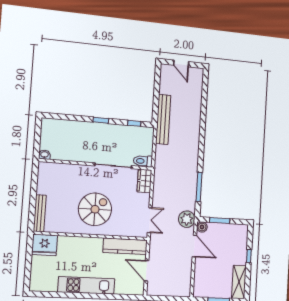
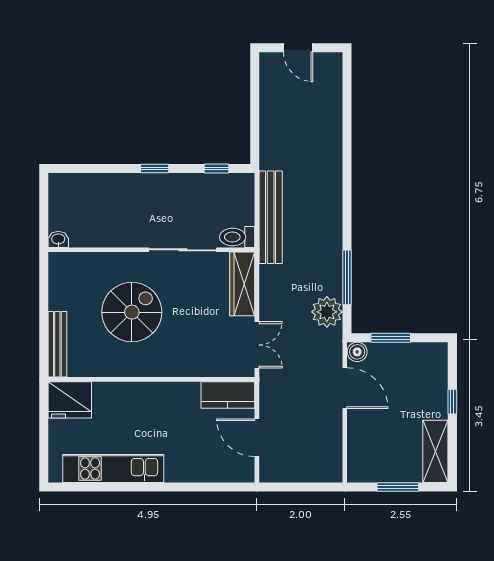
bench: (163, 119) -> (271, 217), moved
wardrobe: (144, 181) -> (242, 284), width x1.50
spiral stairs: (95, 209) -> (132, 312), moved
plant: (187, 219) -> (327, 312), moved
kitchen counter: (125, 246) -> (228, 395), width x0.67
kitchen unit: (86, 285) -> (113, 468), moved

